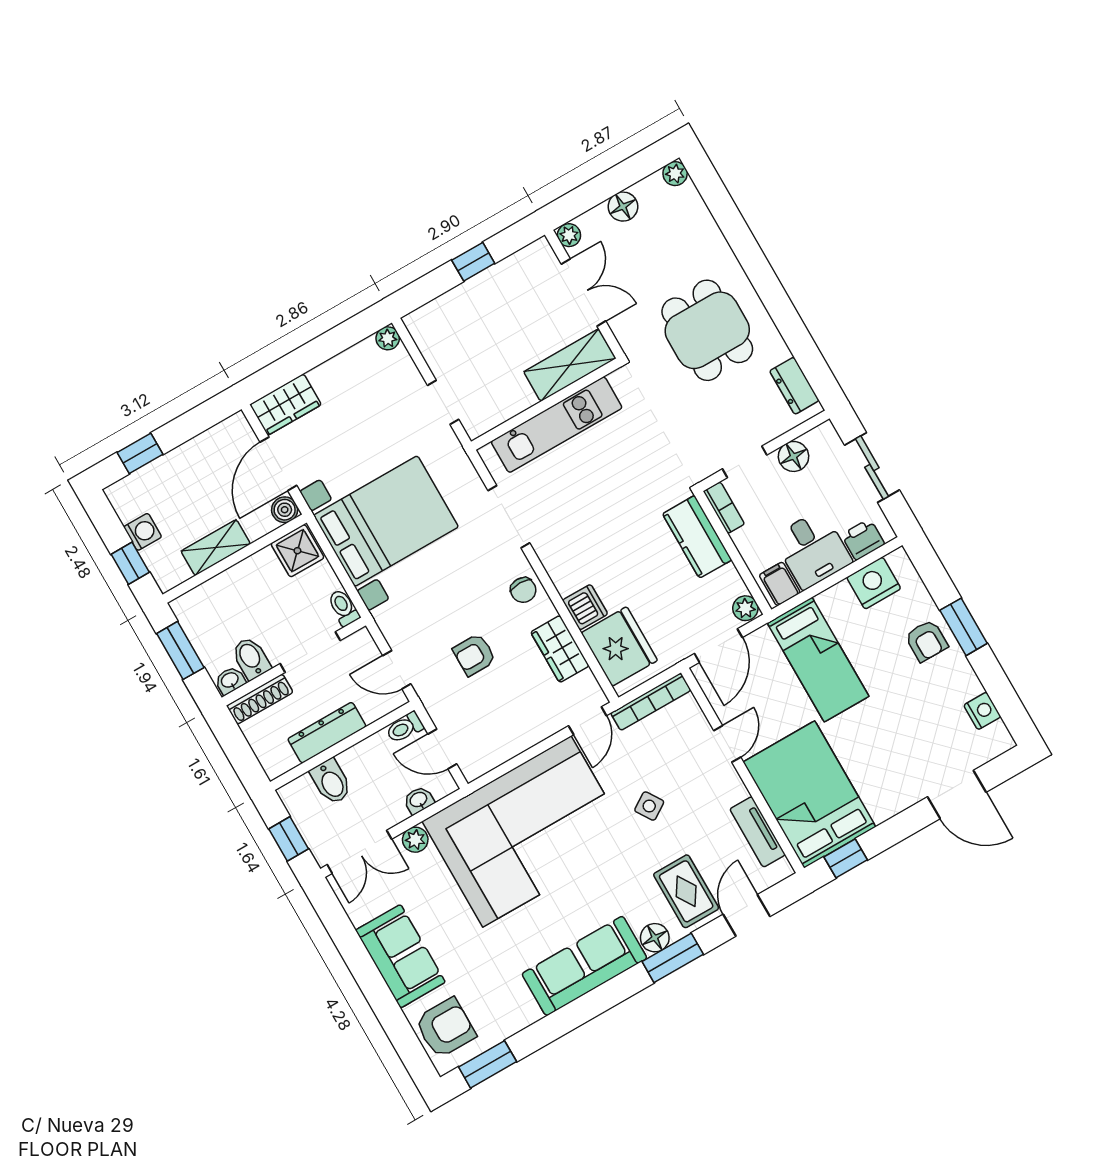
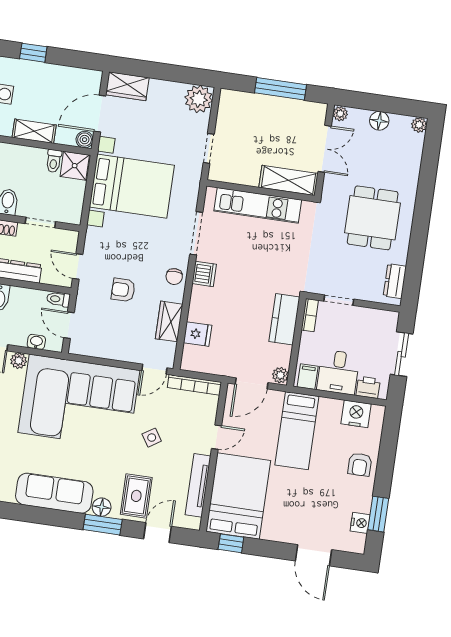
window: (473, 262) -> (281, 89), width x2.17
plant: (388, 338) -> (199, 99), width x1.88, depth x1.88
floor lamp: (794, 456) -> (366, 317), removed
dishwasher: (585, 607) -> (204, 274), moved
toilet: (343, 608) -> (54, 161), moved, turned 180
window: (964, 627) -> (378, 514), moved
fridge: (619, 647) -> (198, 334), width x0.53, depth x0.75
doorway: (310, 652) -> (40, 223), width x0.73
tv unit: (758, 832) -> (198, 485), width x1.41

